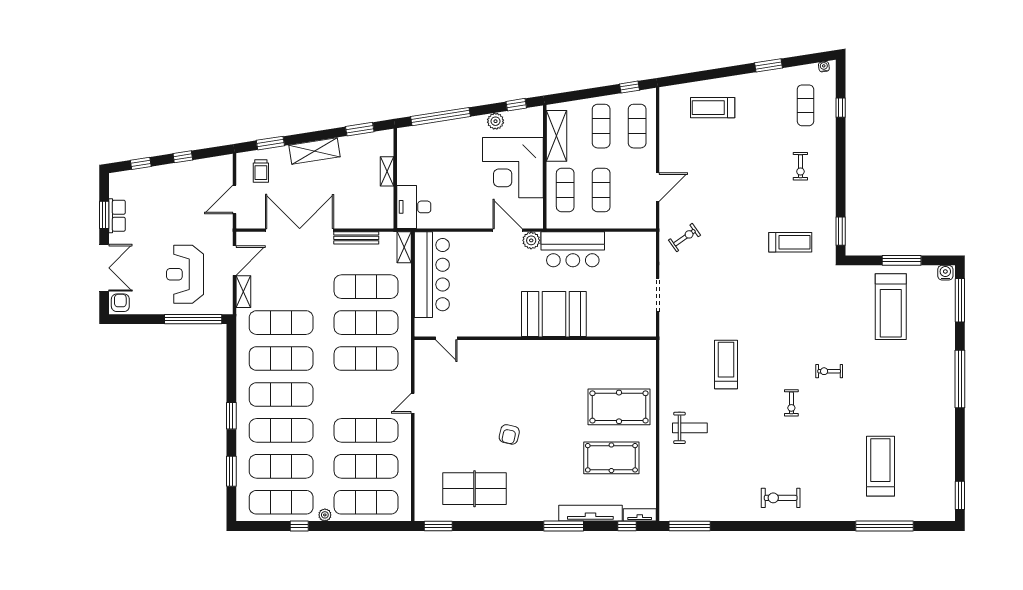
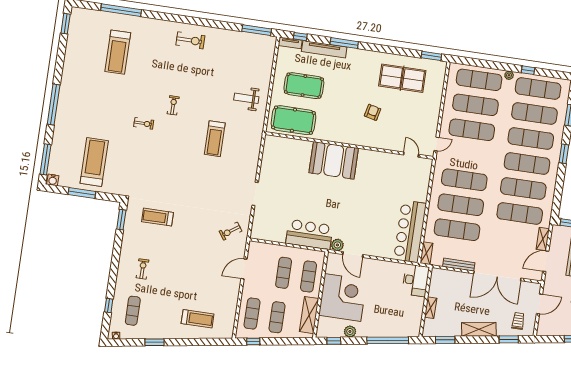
booth: (554, 314) -> (334, 160), moved
door: (446, 338) -> (411, 155), moved
wall: (535, 338) -> (349, 146), moved

